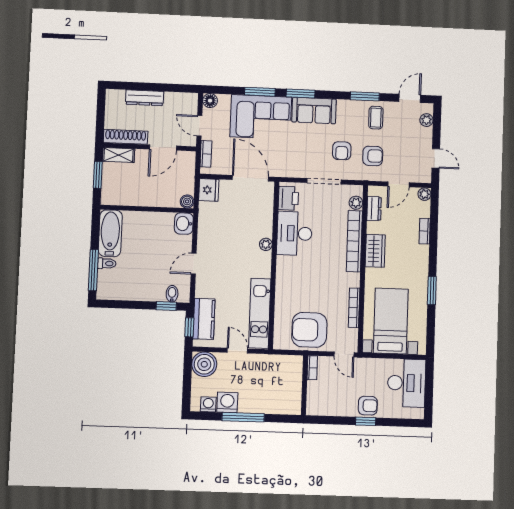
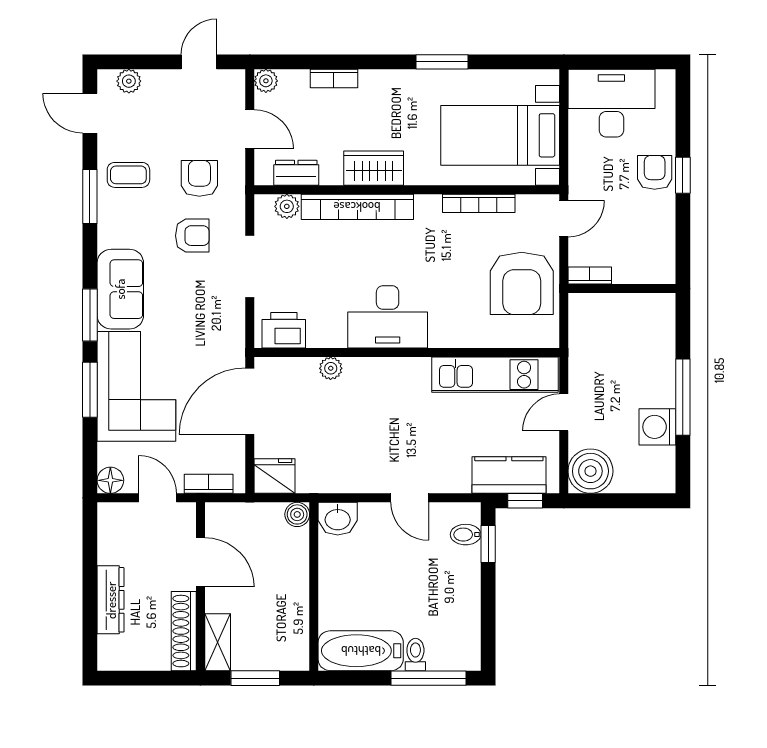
door: (199, 126) -> (158, 498), swing flipped
desk: (294, 233) -> (388, 317), moved
plant: (266, 244) -> (331, 368), moved
washing machine: (208, 404) -> (662, 461), removed

